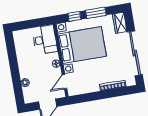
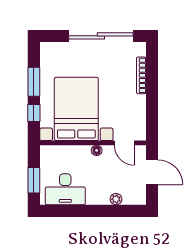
wardrobe: (120, 23) -> (54, 50), removed
window: (28, 24) -> (34, 180), added
desk: (45, 40) -> (65, 189), moved, turned 180

